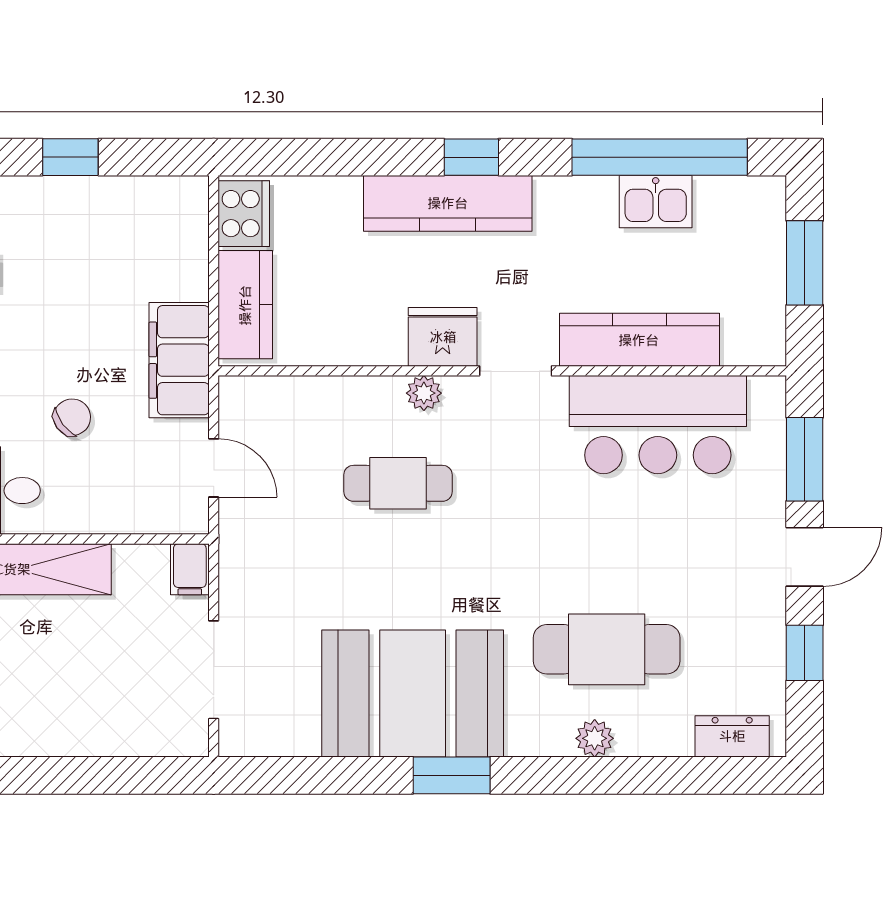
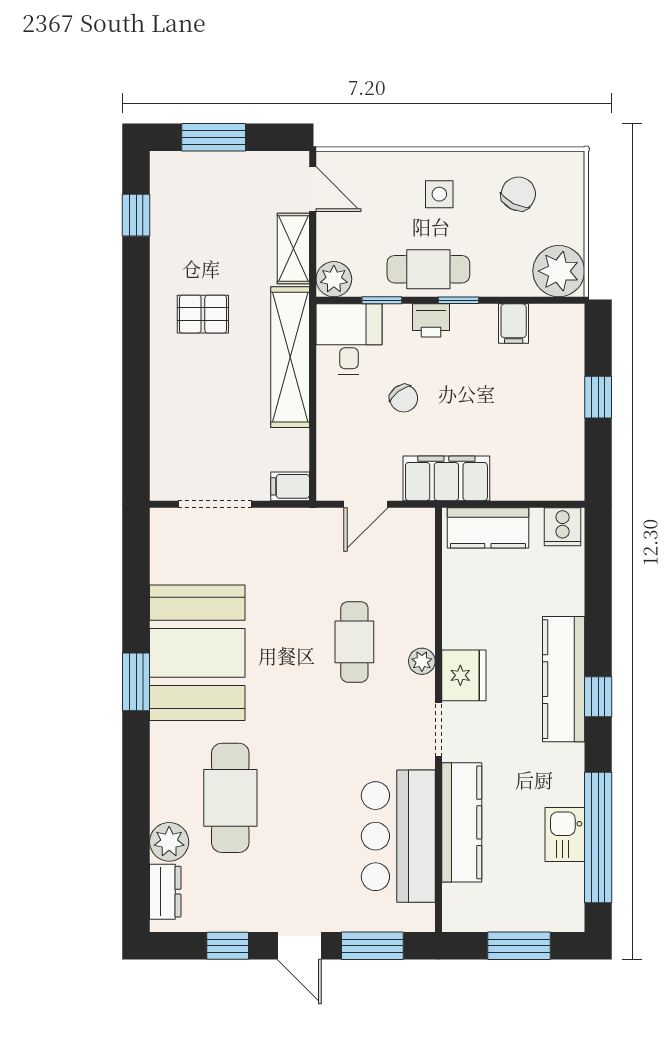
cooker: (244, 214) -> (563, 527), width x0.73
plant: (595, 738) -> (169, 842), moved, width x1.38, depth x1.38

